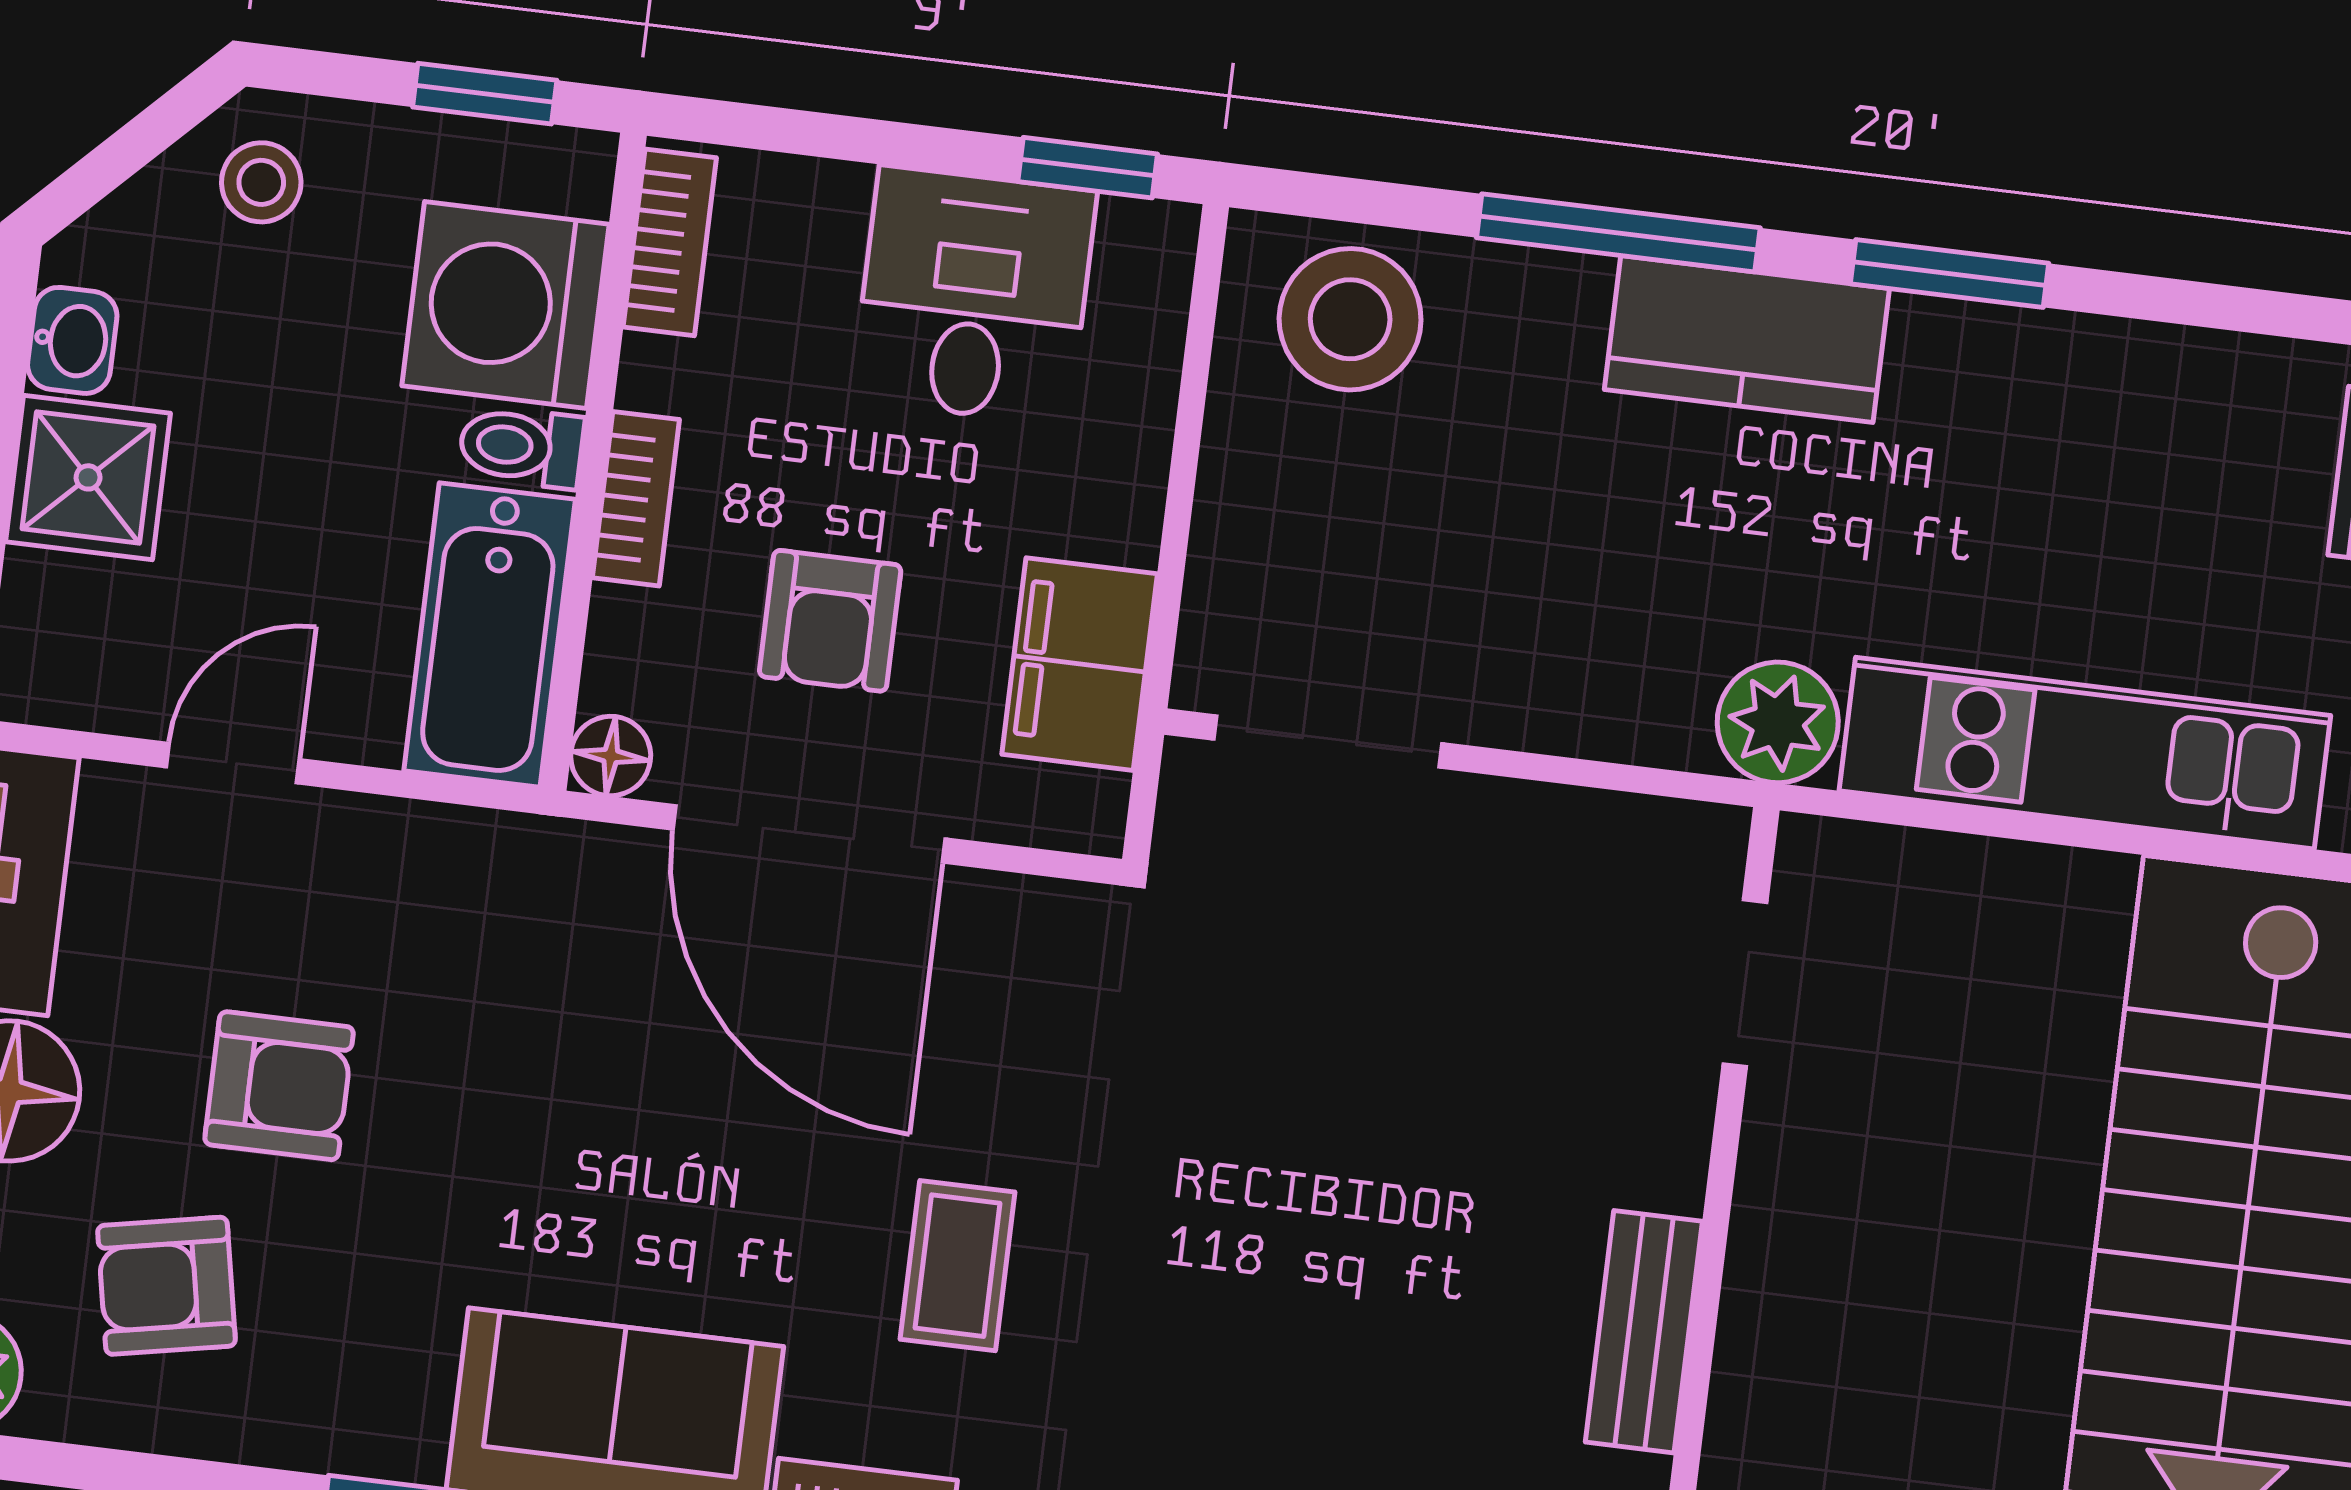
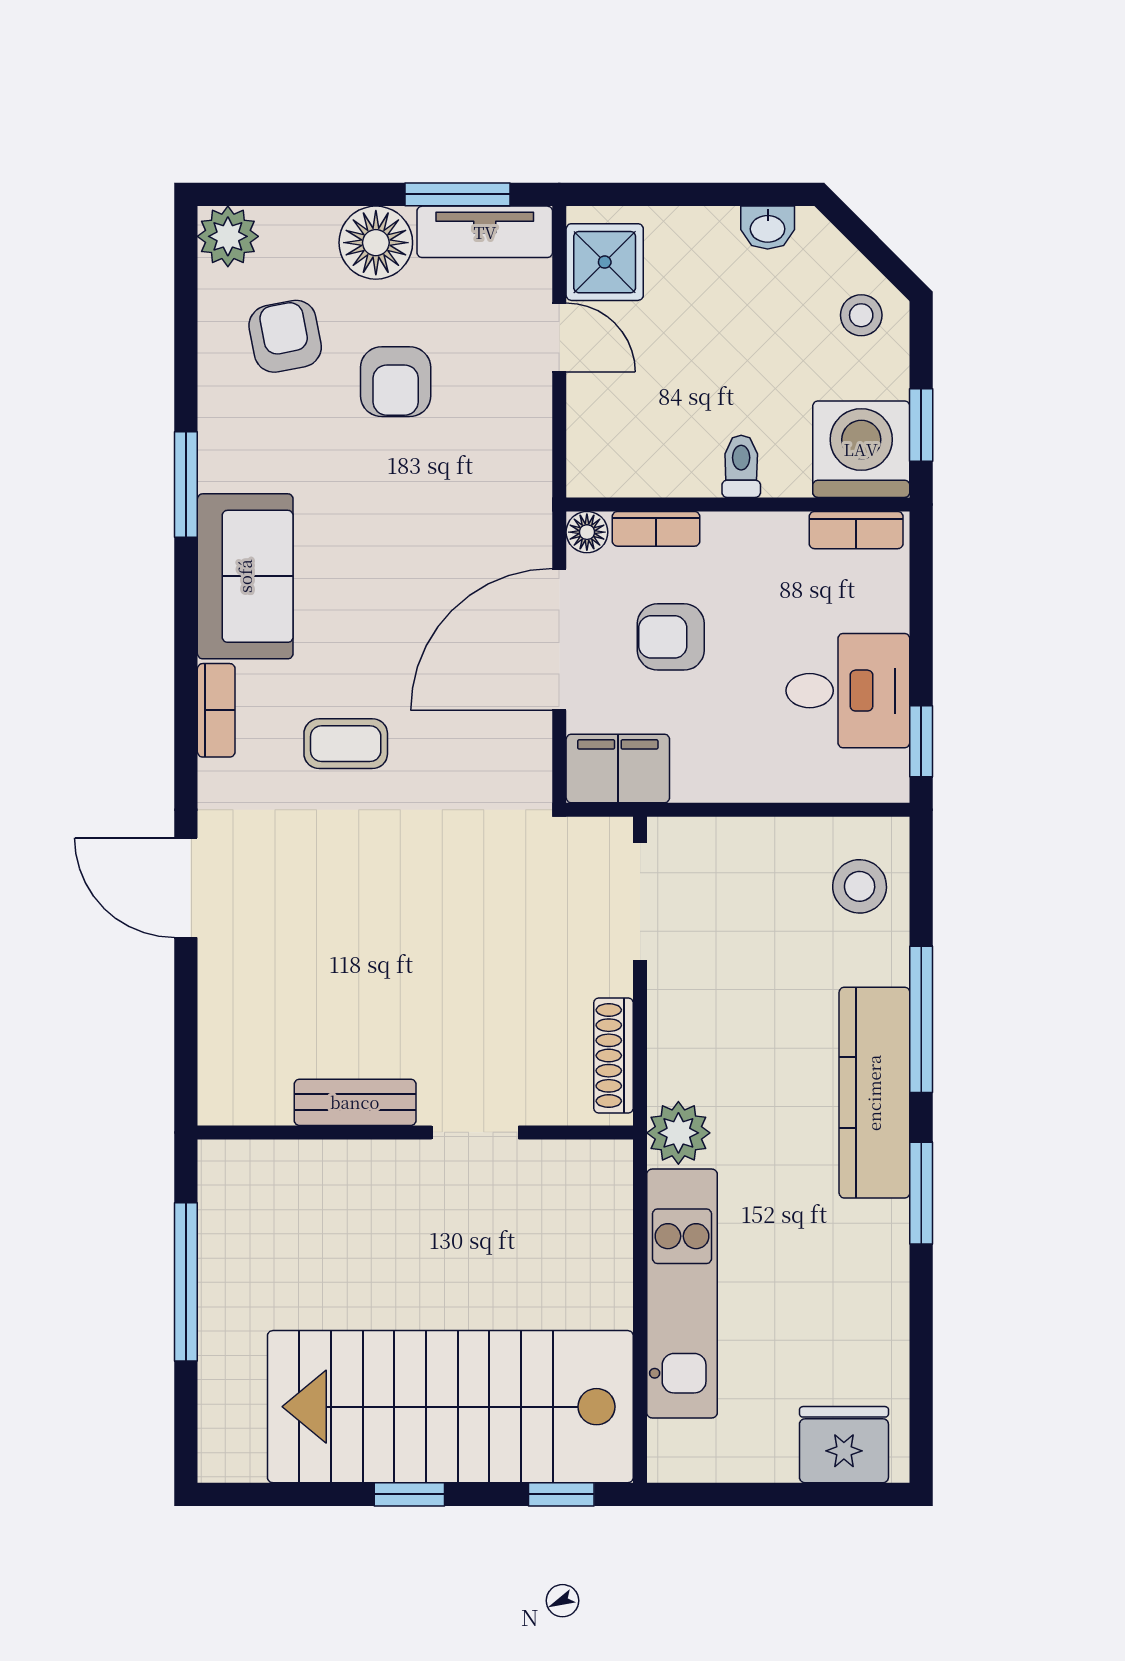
washing machine: (506, 305) -> (861, 449), moved
stool: (1350, 319) -> (860, 886), width x0.73, depth x0.73
kitchen counter: (1747, 339) -> (874, 1093), width x1.50
shower: (88, 477) -> (605, 262), moved
bookcase: (636, 499) -> (656, 529), moved
bathtub: (490, 635) -> (642, 462), removed
filing cabinet: (1080, 664) -> (618, 769), moved
shoe rack: (1615, 828) -> (613, 1055), added
doorway: (1745, 983) -> (475, 1132), moved

